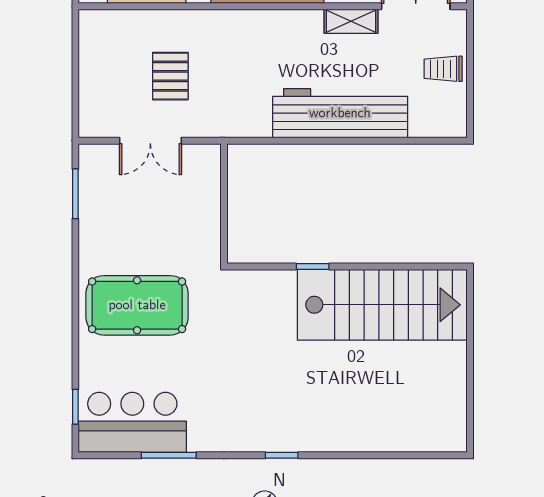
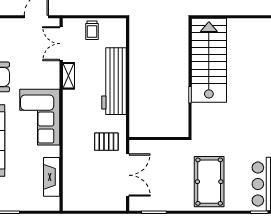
pallet: (170, 76) -> (106, 142), moved
double door: (150, 141) -> (128, 175), width x1.37

